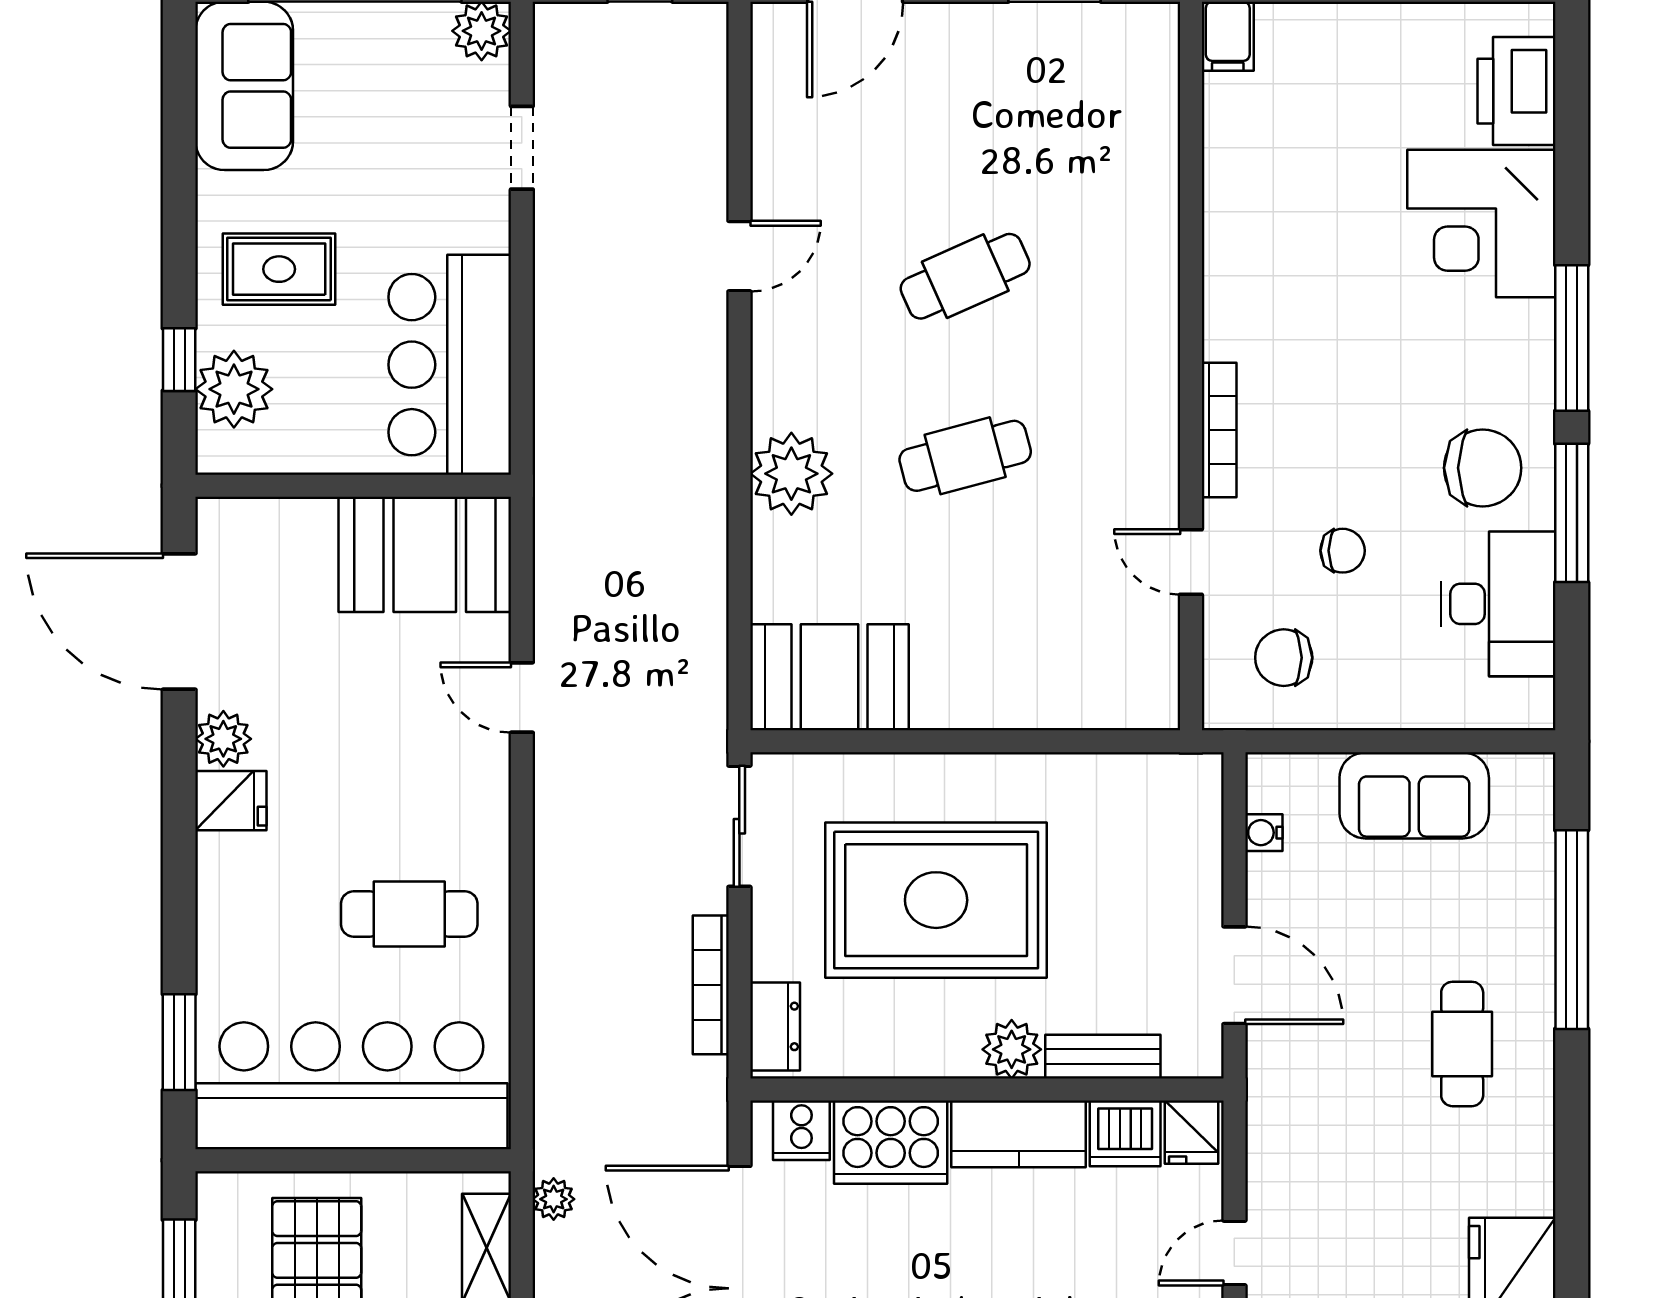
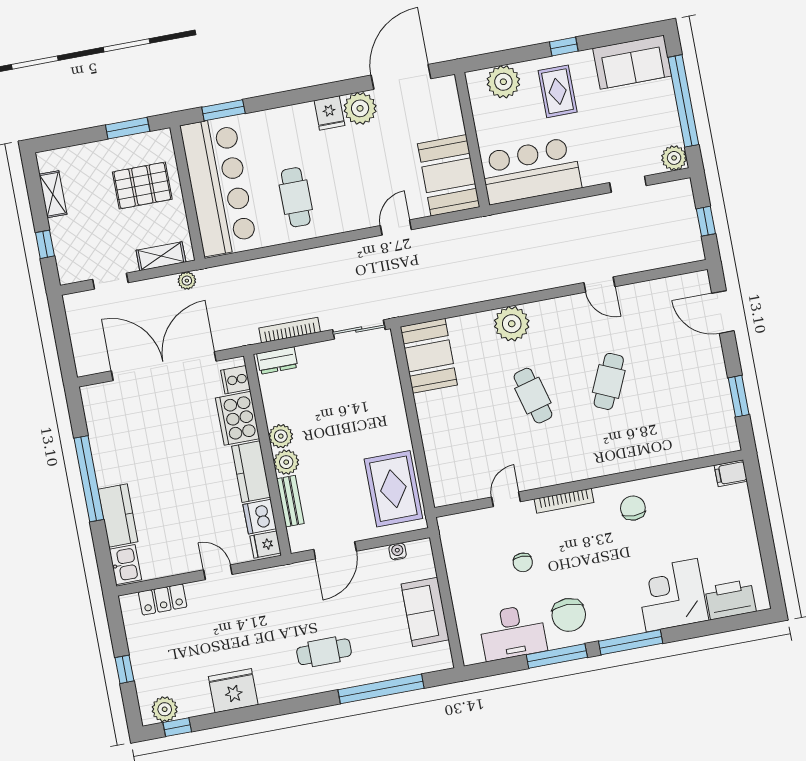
cafe table: (965, 276) -> (609, 381), turned 48
window: (179, 360) -> (564, 47), moved
chair: (1284, 658) -> (633, 508), moved
plant: (223, 739) -> (360, 108), width x1.36, depth x1.36
rug: (936, 900) -> (393, 489), moved, width x0.73, depth x0.69
plant: (950, 1051) -> (281, 436), added

